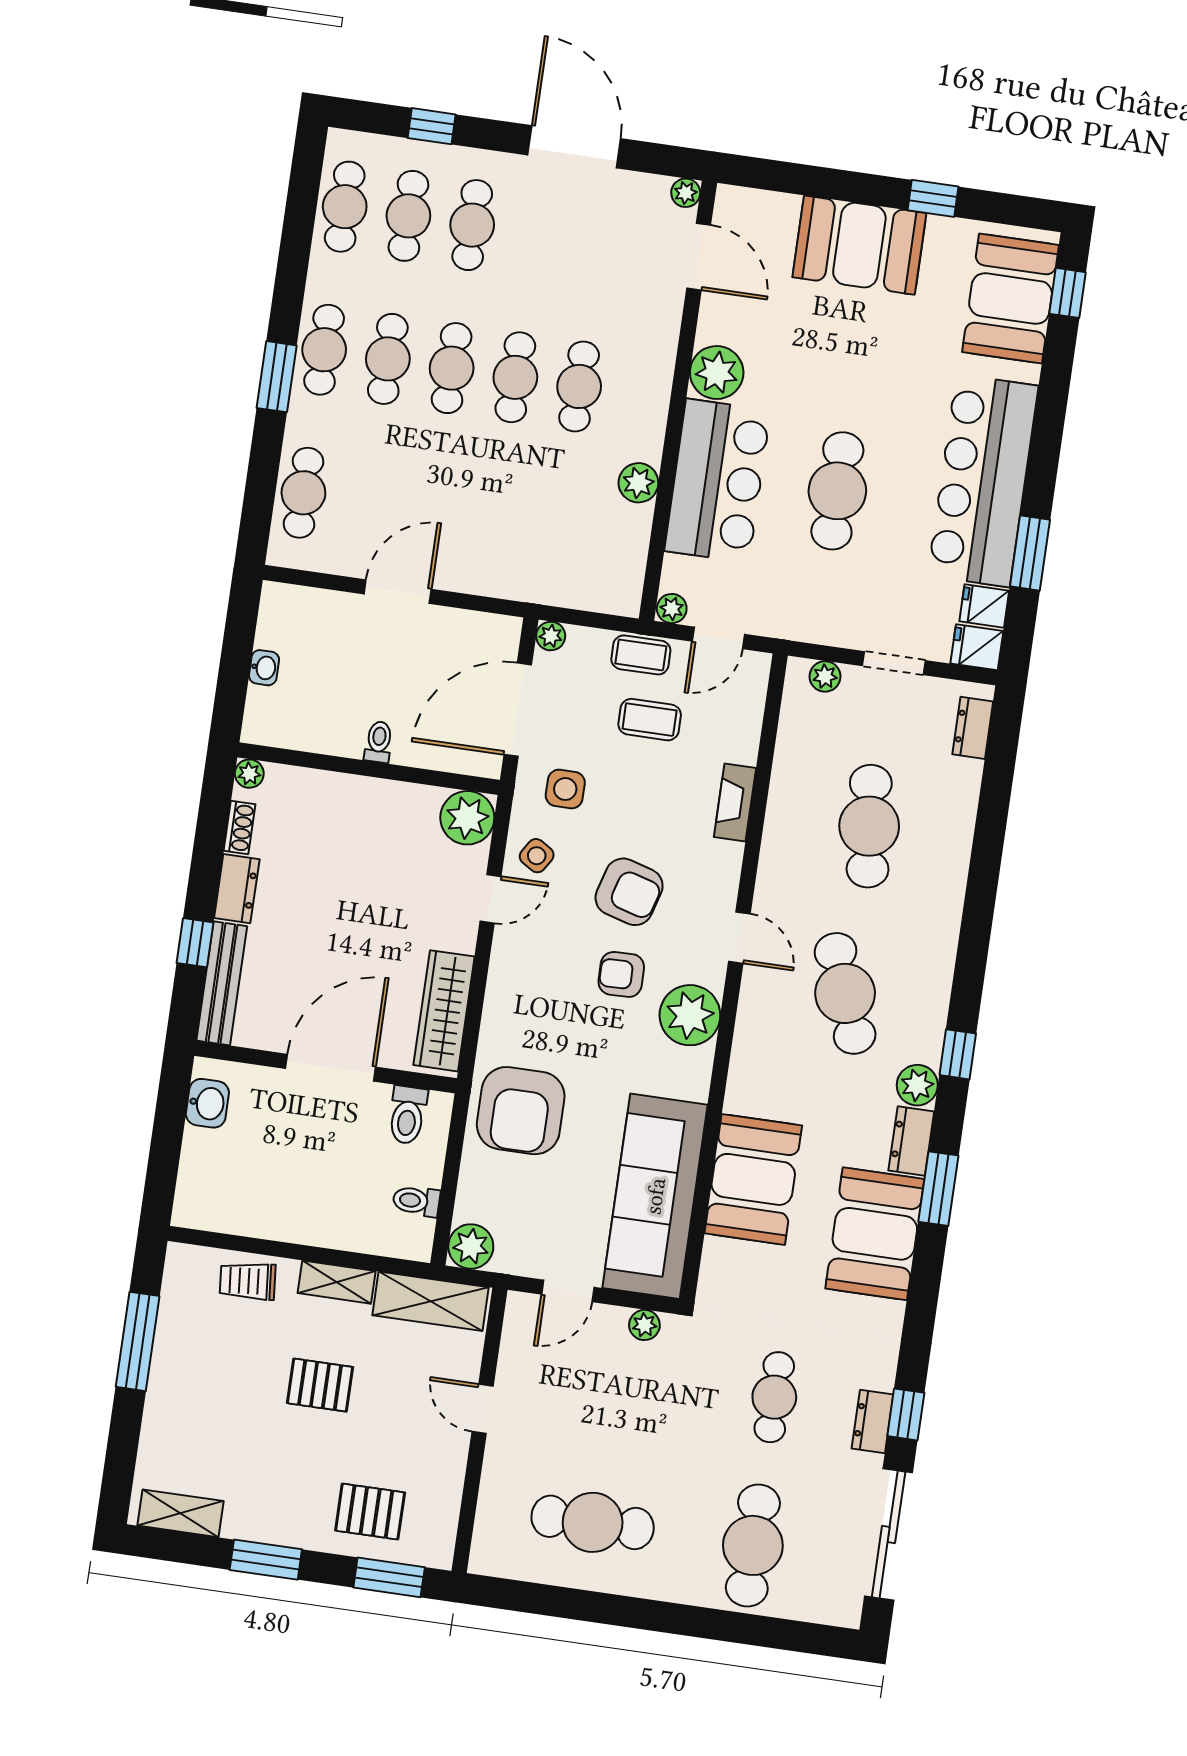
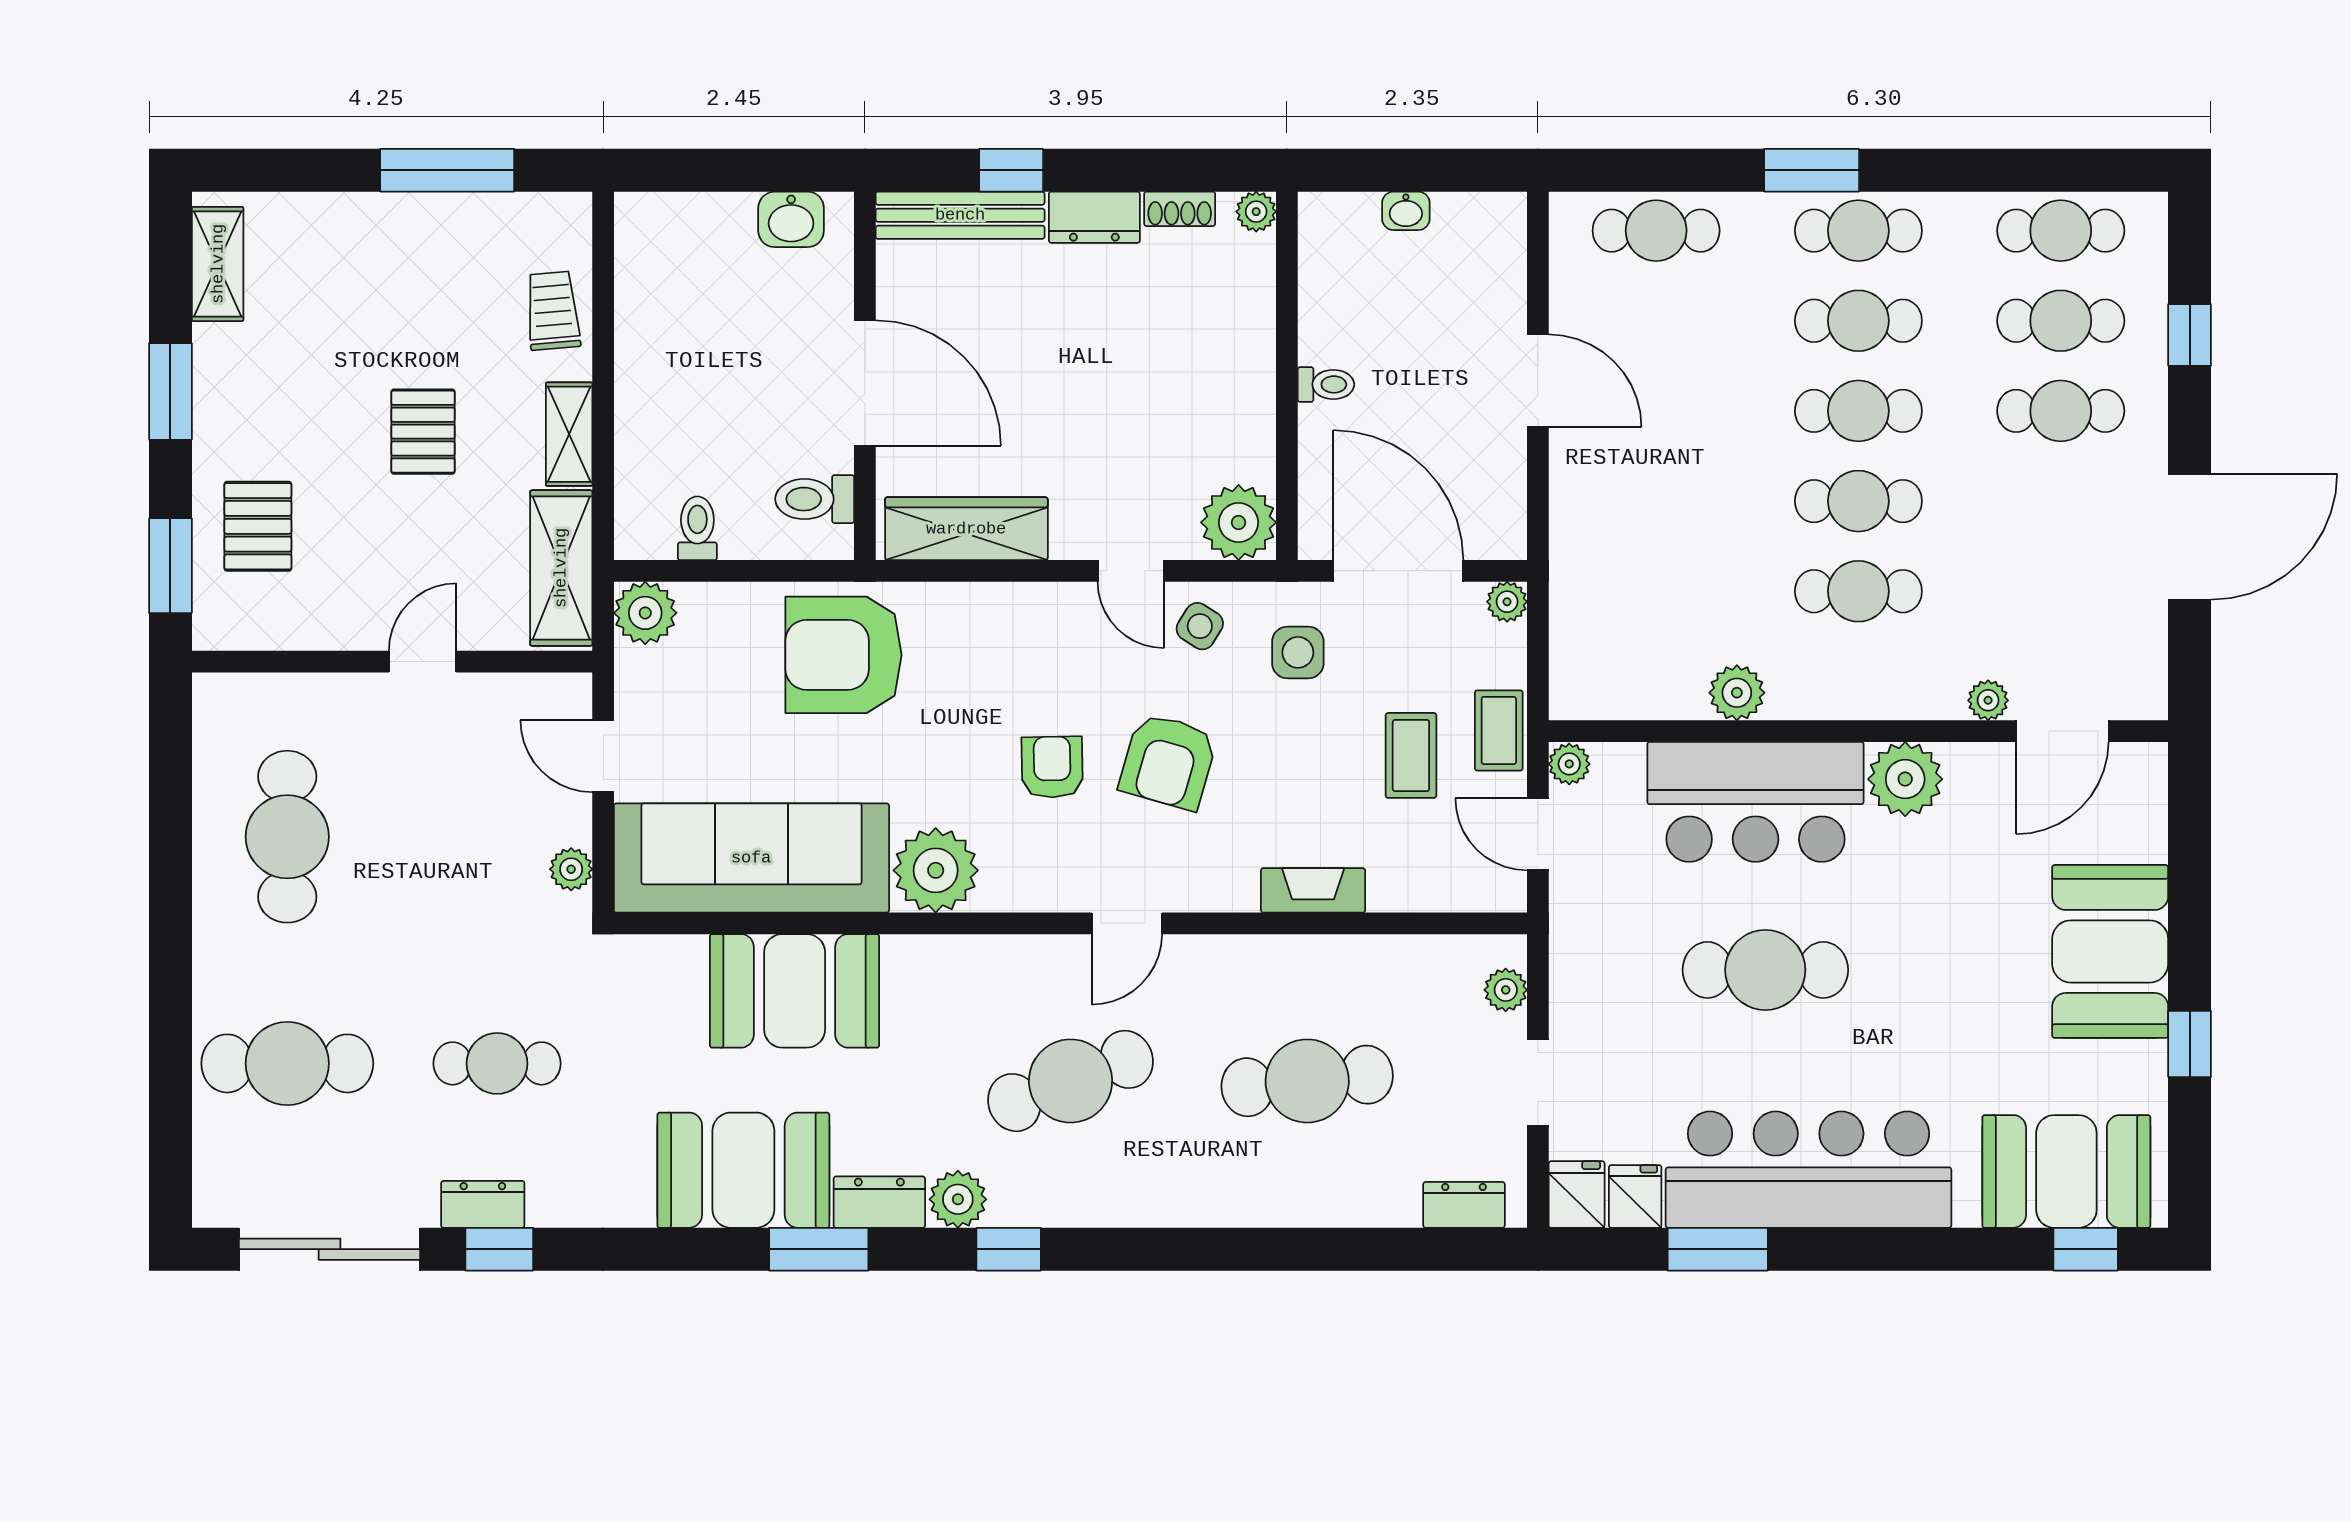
plant: (686, 193) -> (1988, 700), moved
plant: (690, 1015) -> (936, 870), moved

